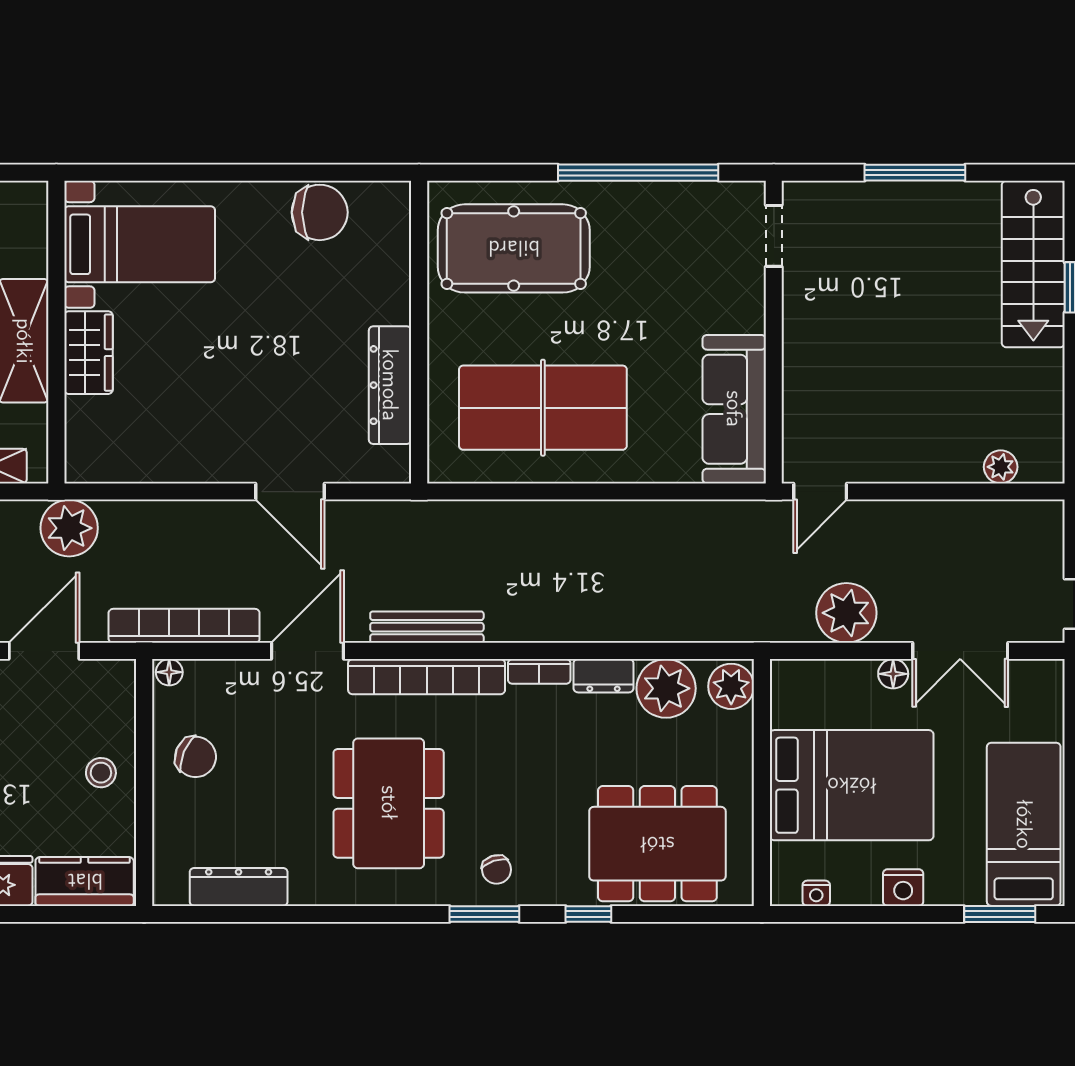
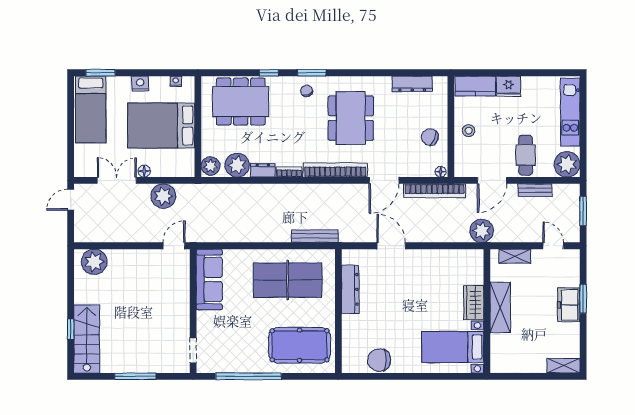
plant: (1001, 467) -> (94, 262), width x1.88, depth x1.88
bench: (427, 627) -> (315, 236), moved

